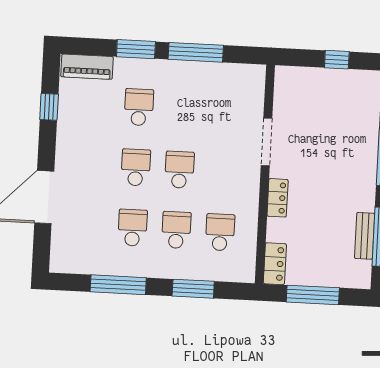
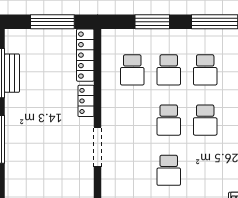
school desk: (139, 107) -> (169, 170), moved
locker: (275, 264) -> (85, 55), width x1.53

